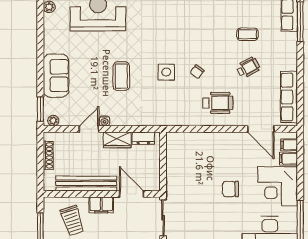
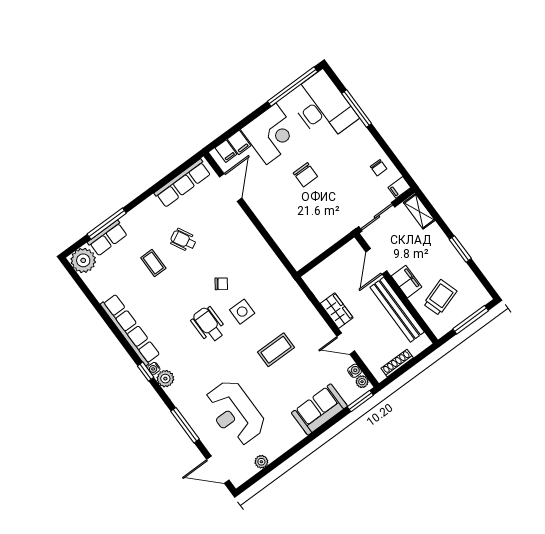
wheelchair: (218, 103) -> (209, 325), moved
water cooler: (105, 121) -> (355, 371), moved
dresser: (143, 138) -> (318, 288), removed

